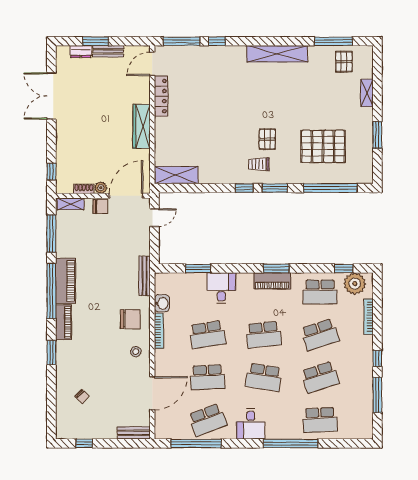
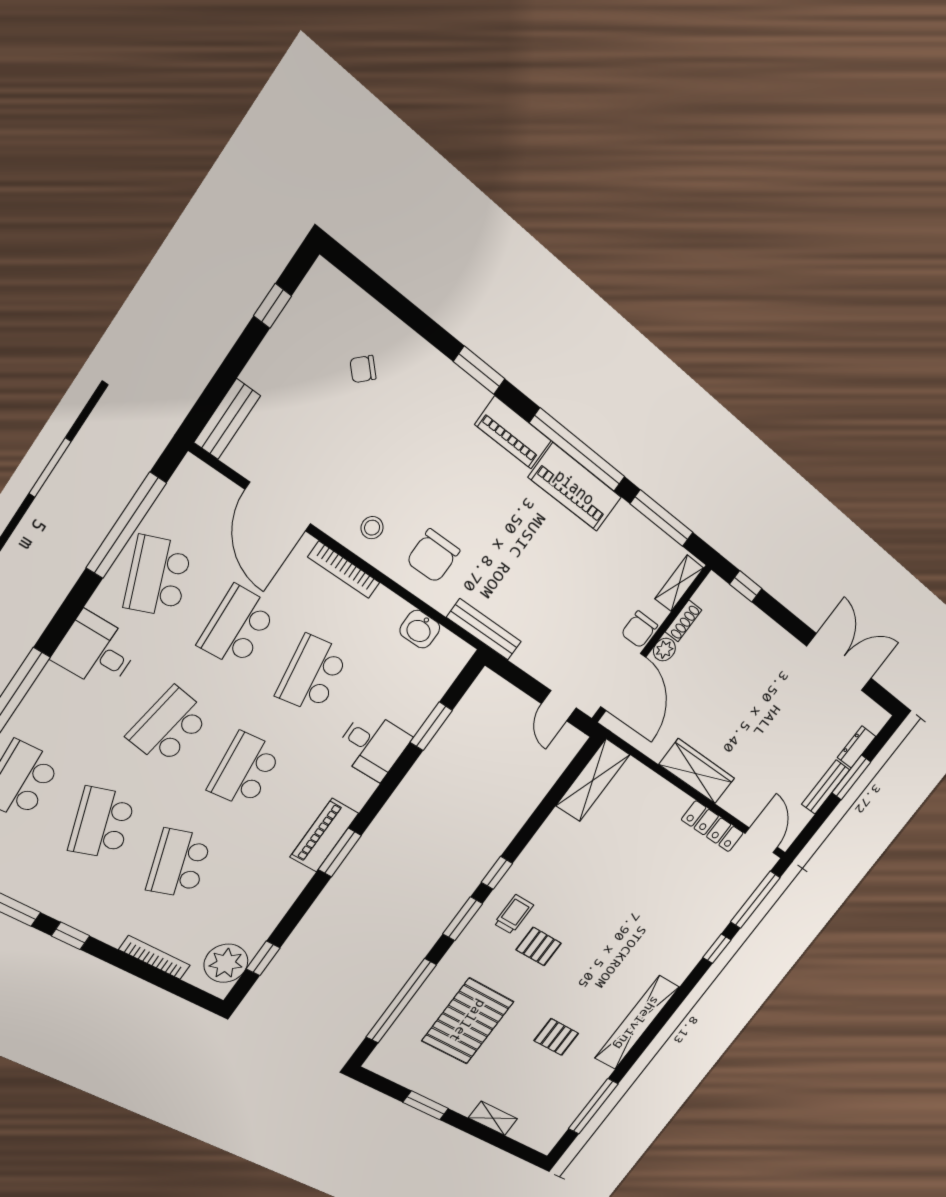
pallet: (344, 62) -> (556, 1037), moved
school desk: (320, 292) -> (251, 901), removed
bookcase: (159, 331) -> (344, 570), moved

